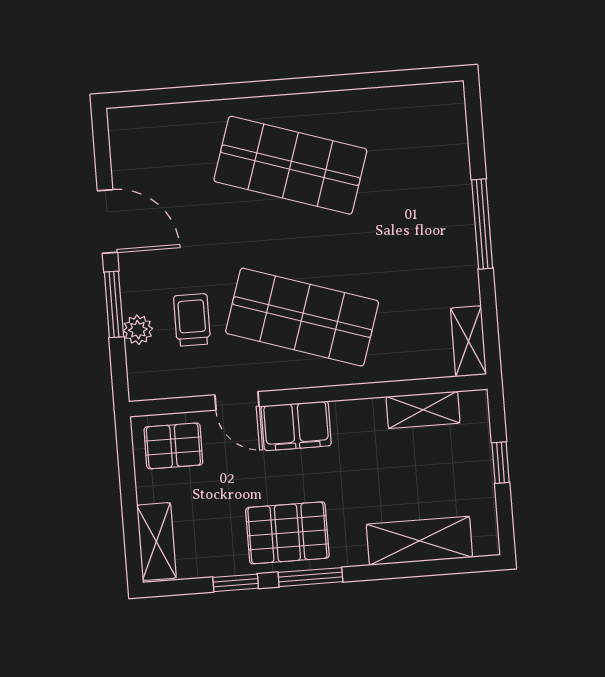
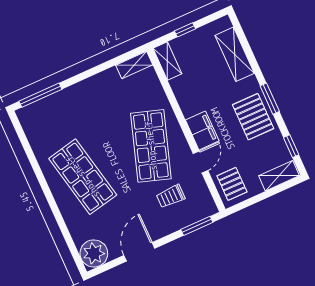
shop shelf: (290, 165) -> (83, 177), turned -30
window: (482, 224) -> (40, 95), moved
window: (114, 304) -> (197, 226), moved
plant: (138, 330) -> (94, 253), moved, width x1.88, depth x1.88
shelving: (423, 410) -> (167, 61), moved
window: (236, 583) -> (291, 146), moved

